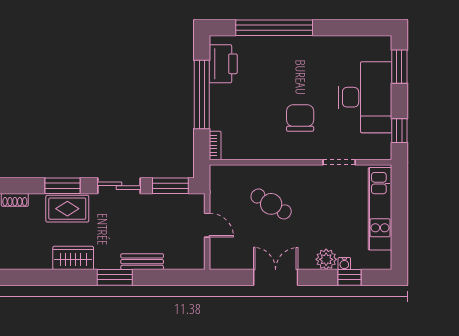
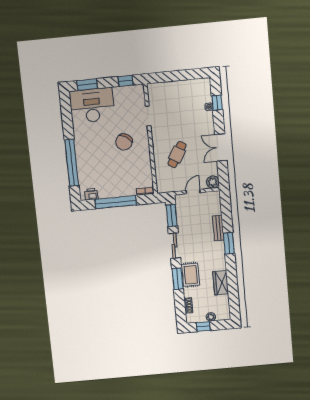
printer: (223, 64) -> (91, 194), width x0.53, depth x0.68
desk: (365, 97) -> (92, 105), moved
chair: (300, 118) -> (124, 142), turned -58
kitchen unit: (380, 209) -> (174, 88), removed
wardrobe: (73, 258) -> (221, 283), moved
plant: (326, 259) -> (213, 182), moved

